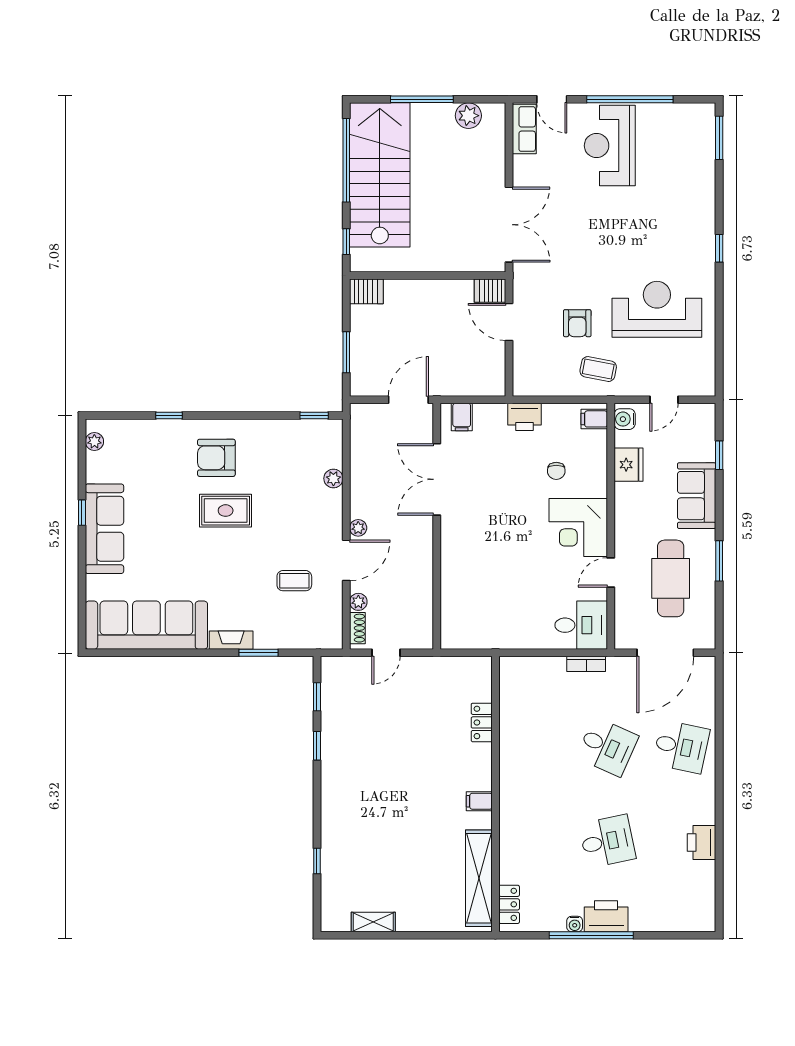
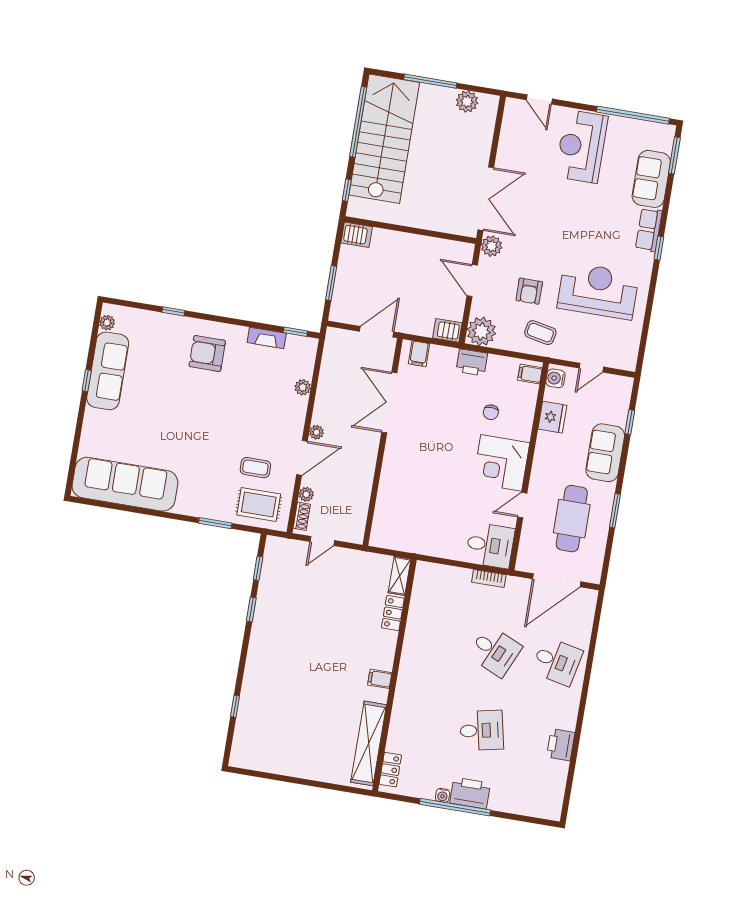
window: (630, 99) -> (633, 115), moved
row of seats: (524, 129) -> (649, 230), moved, turned 180
sofa: (697, 170) -> (651, 179), added
plant: (525, 278) -> (492, 246), added
server rack: (490, 291) -> (447, 330), moved
plant: (530, 379) -> (481, 331), added
rug: (226, 511) -> (259, 504), moved
sofa: (104, 529) -> (108, 371), moved
fireplace: (231, 640) -> (267, 338), moved, turned 180
shelving: (373, 922) -> (399, 576), moved, turned 90

